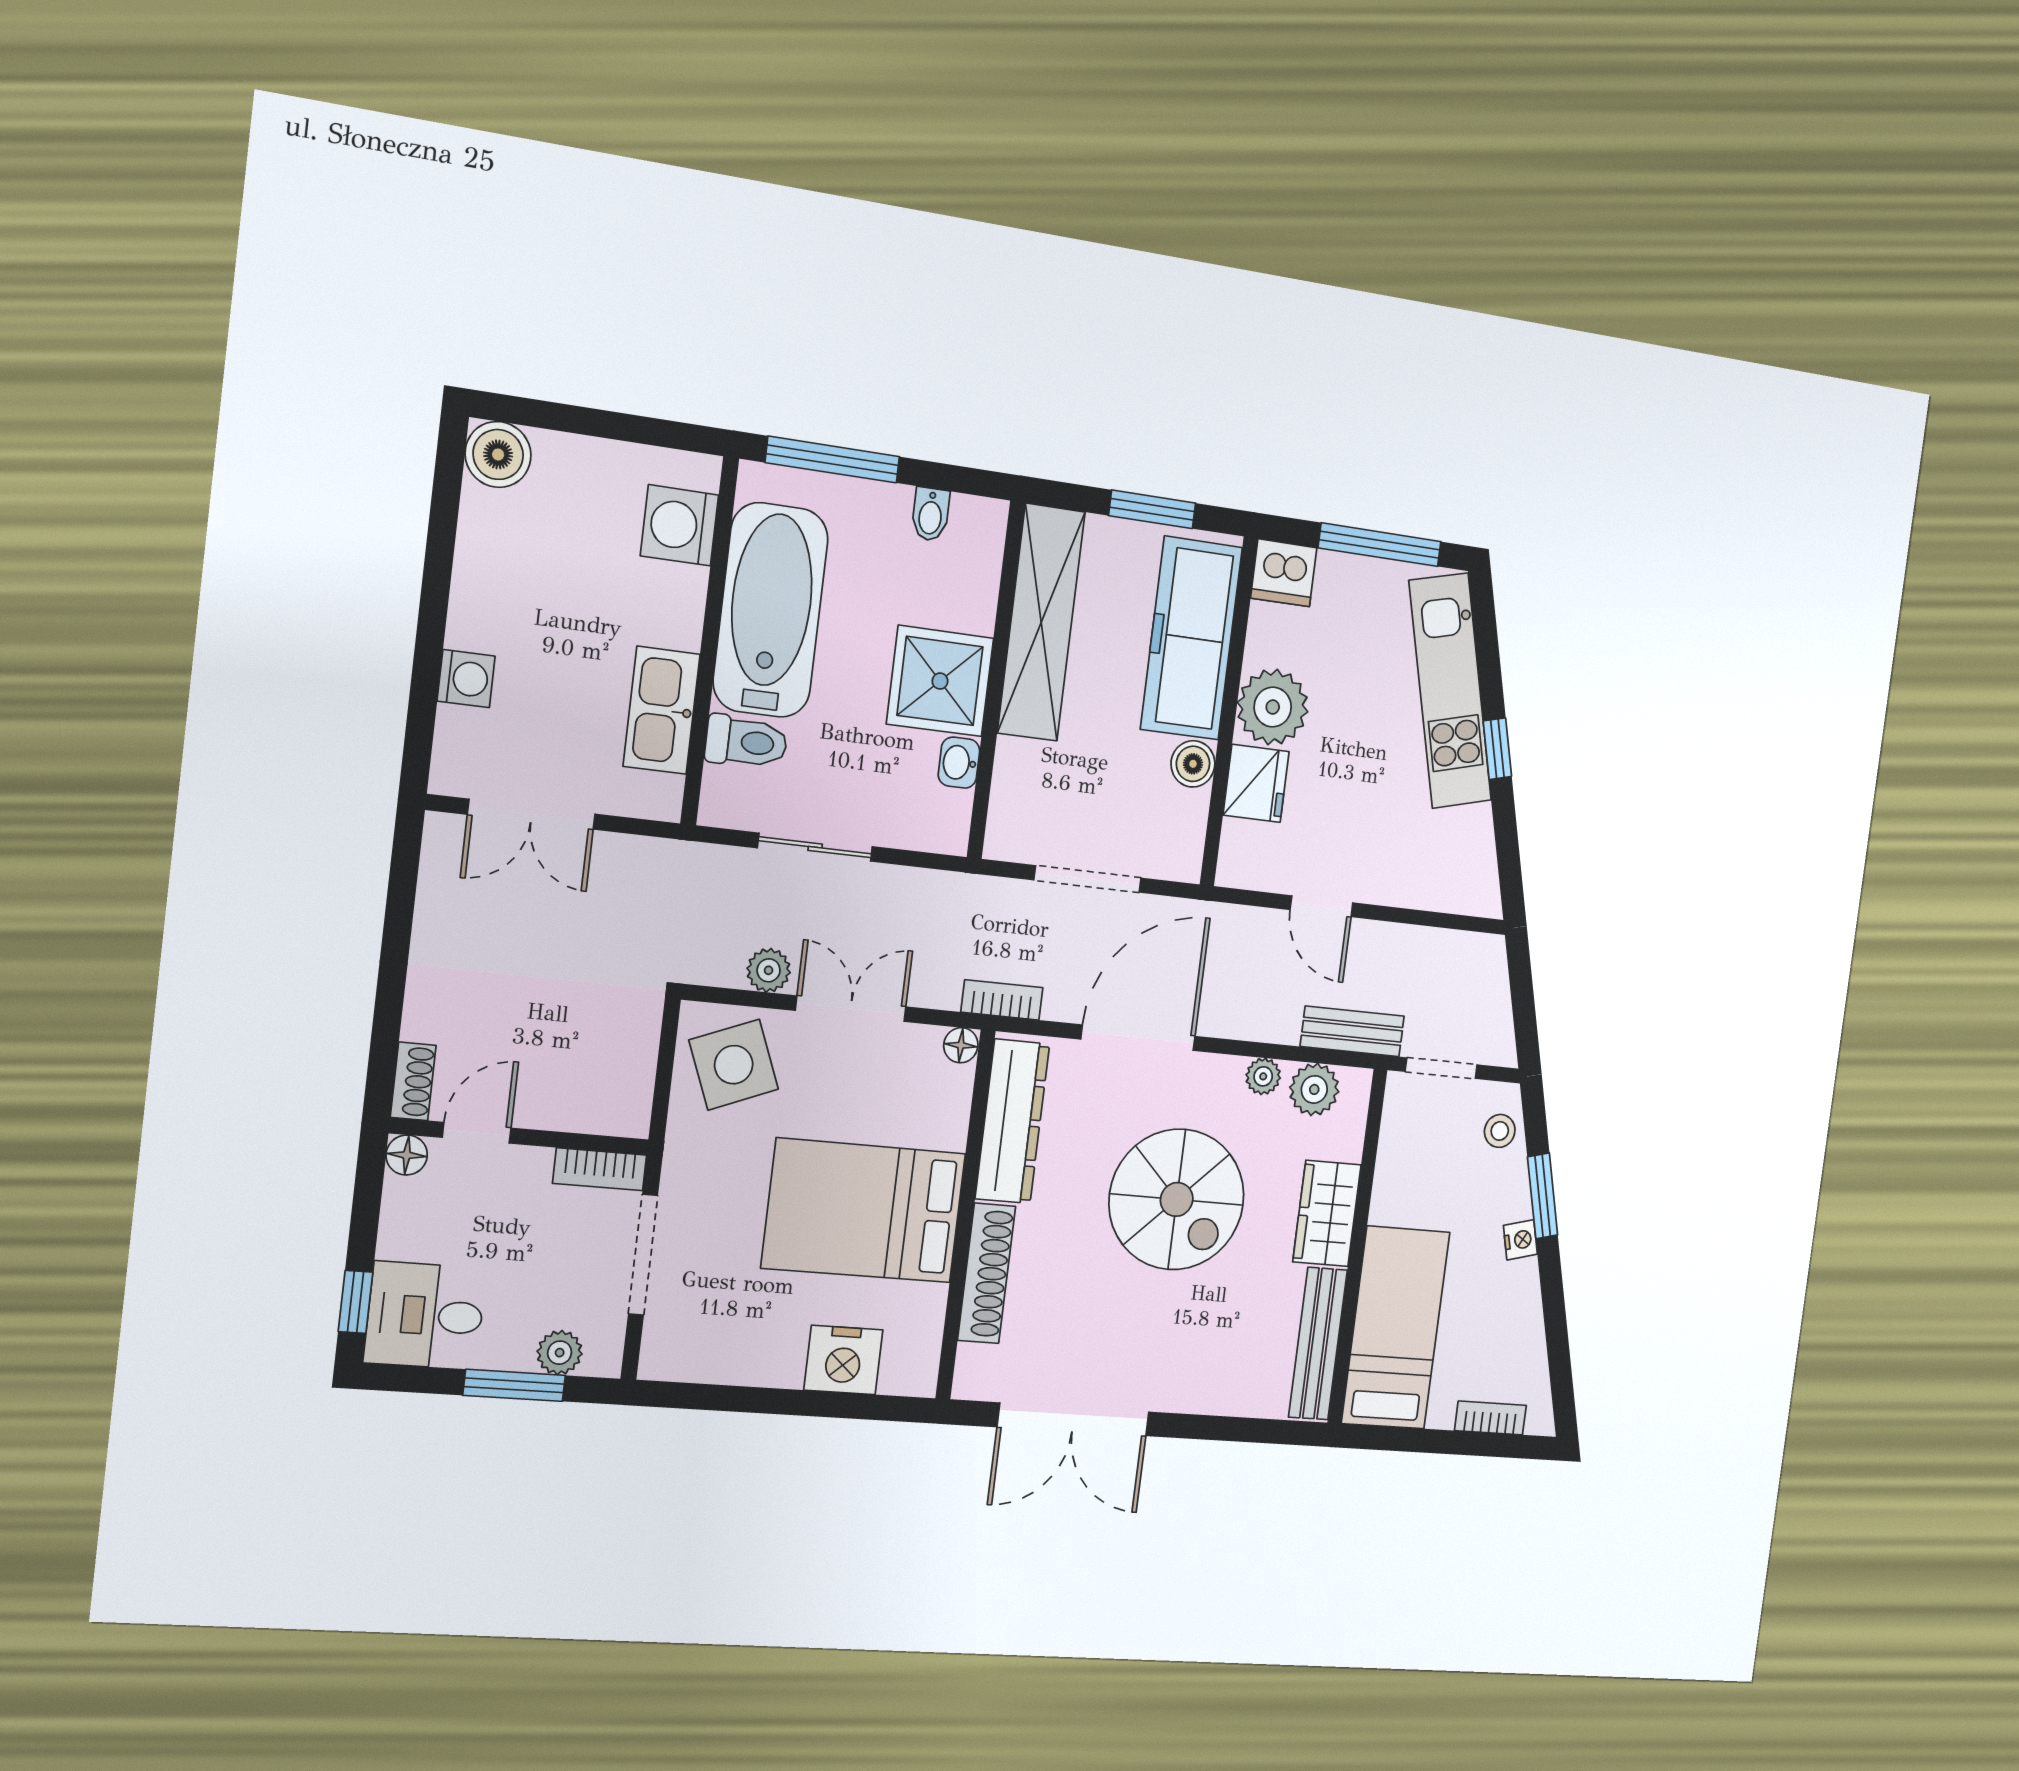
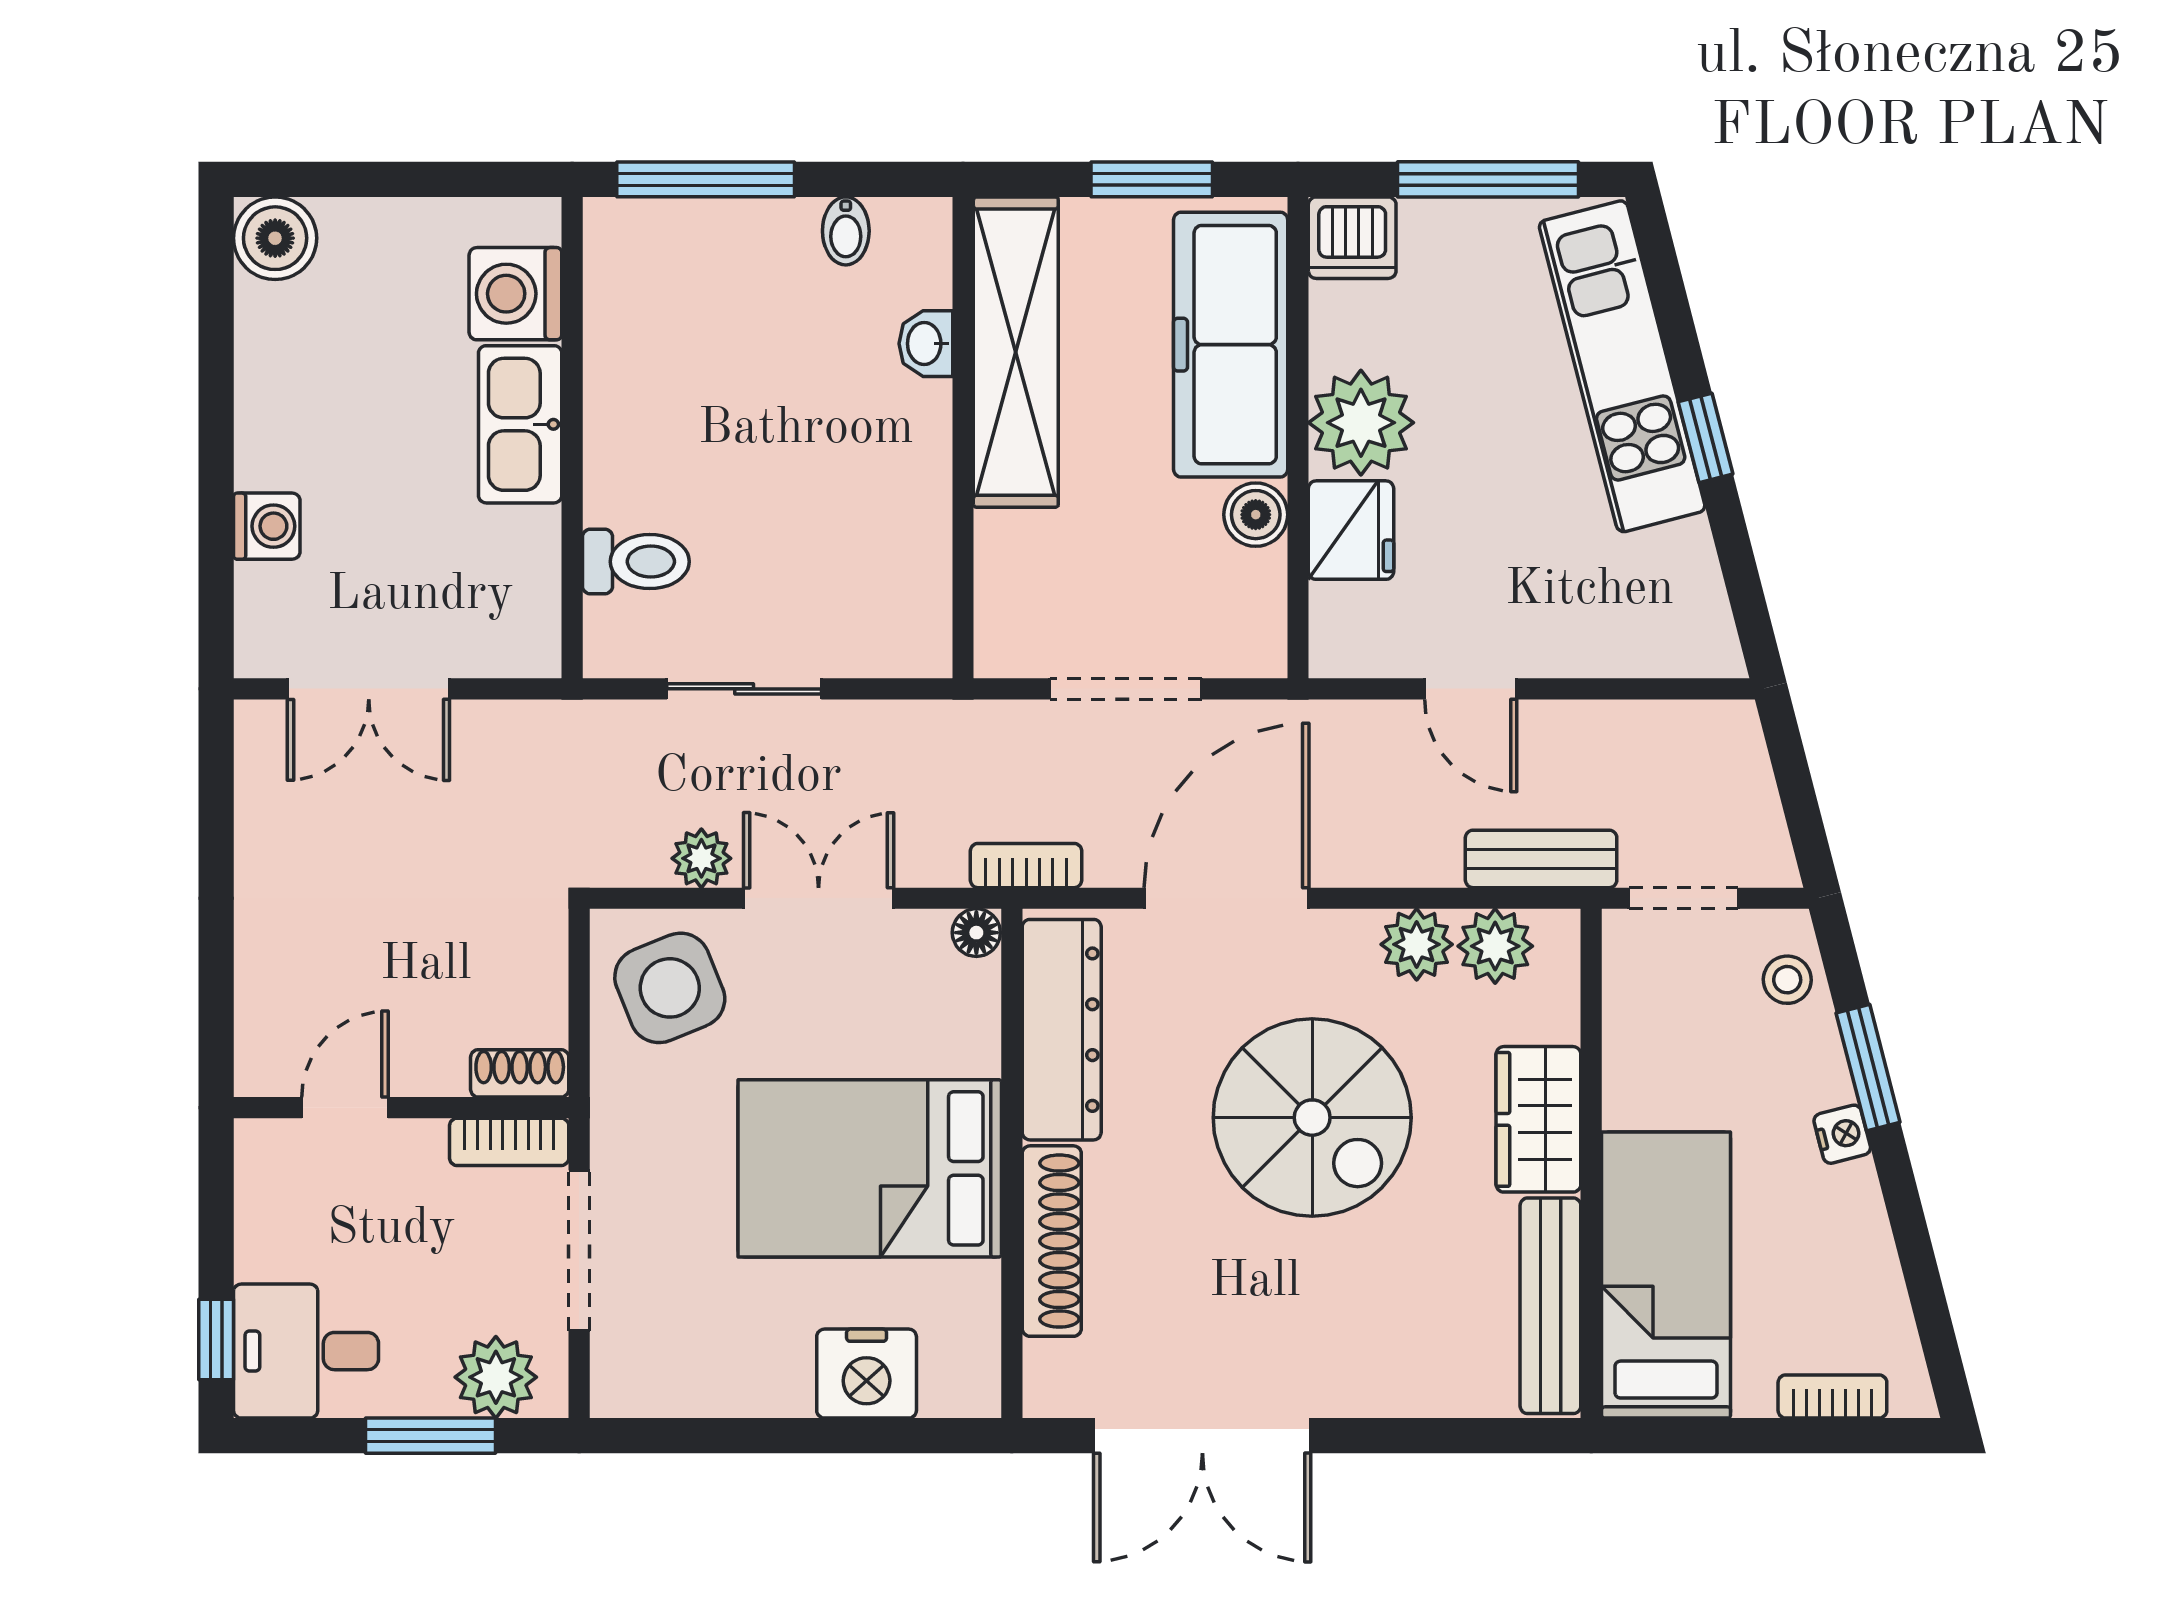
bathtub: (771, 610) -> (647, 386), removed
shower: (940, 681) -> (886, 448), removed
kitchen sink: (662, 710) -> (520, 424), moved
washbasin: (959, 763) -> (926, 344), moved
plant: (1263, 1076) -> (1417, 944), width x1.38, depth x1.38
shoe rack: (413, 1081) -> (520, 1073), moved, turned -90
floor lamp: (407, 1155) -> (260, 1144), removed
plant: (560, 1353) -> (496, 1377), width x1.38, depth x1.38

